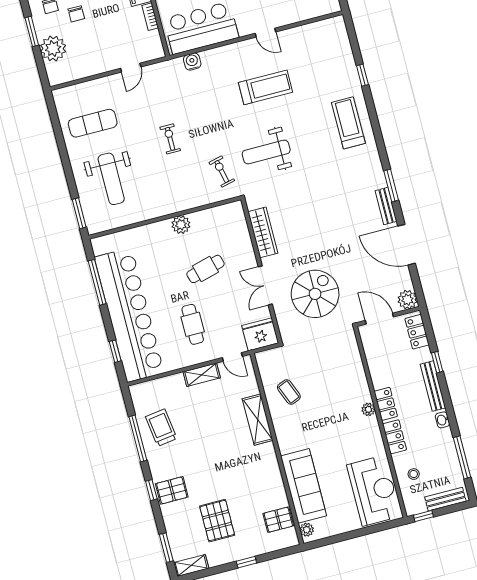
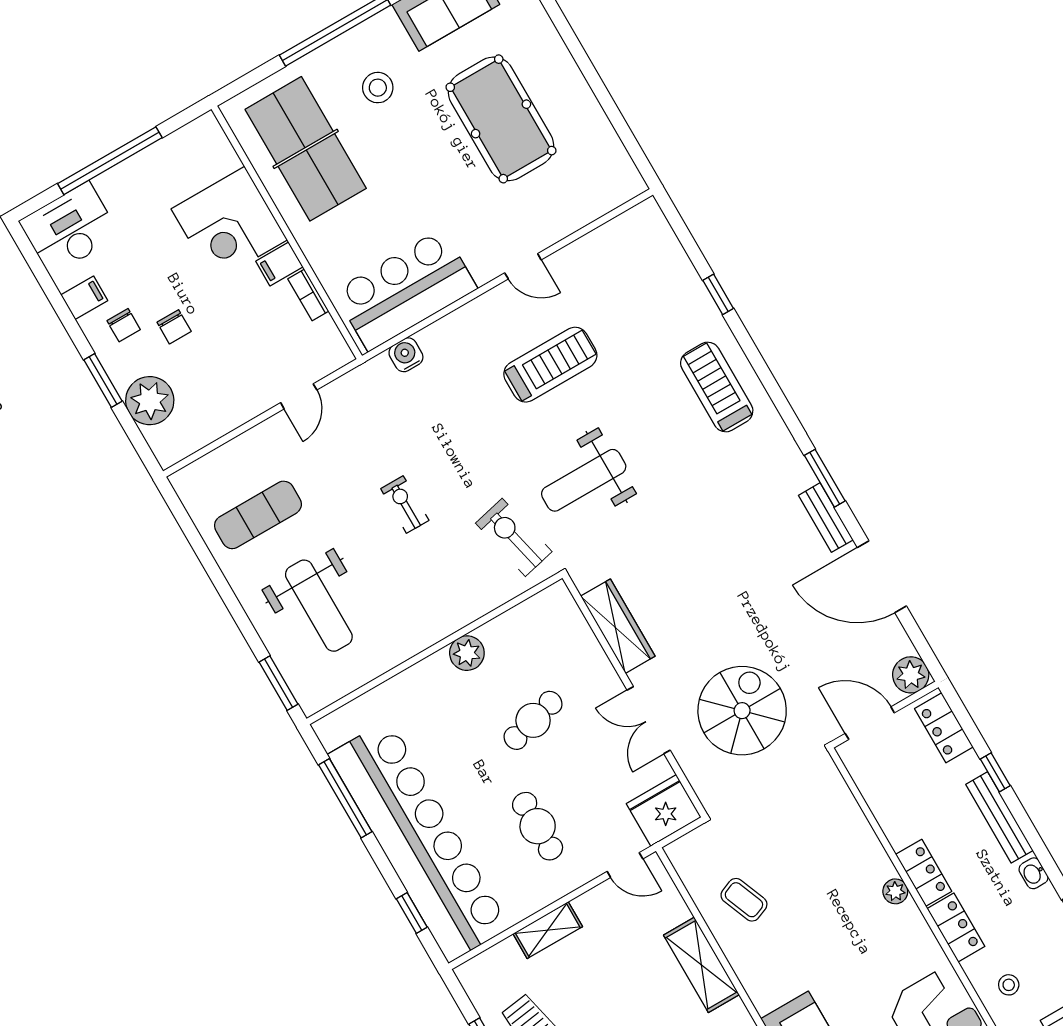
exercise bike: (222, 172) -> (514, 537), width x1.38, depth x1.39
shelving: (202, 375) -> (548, 930), moved

